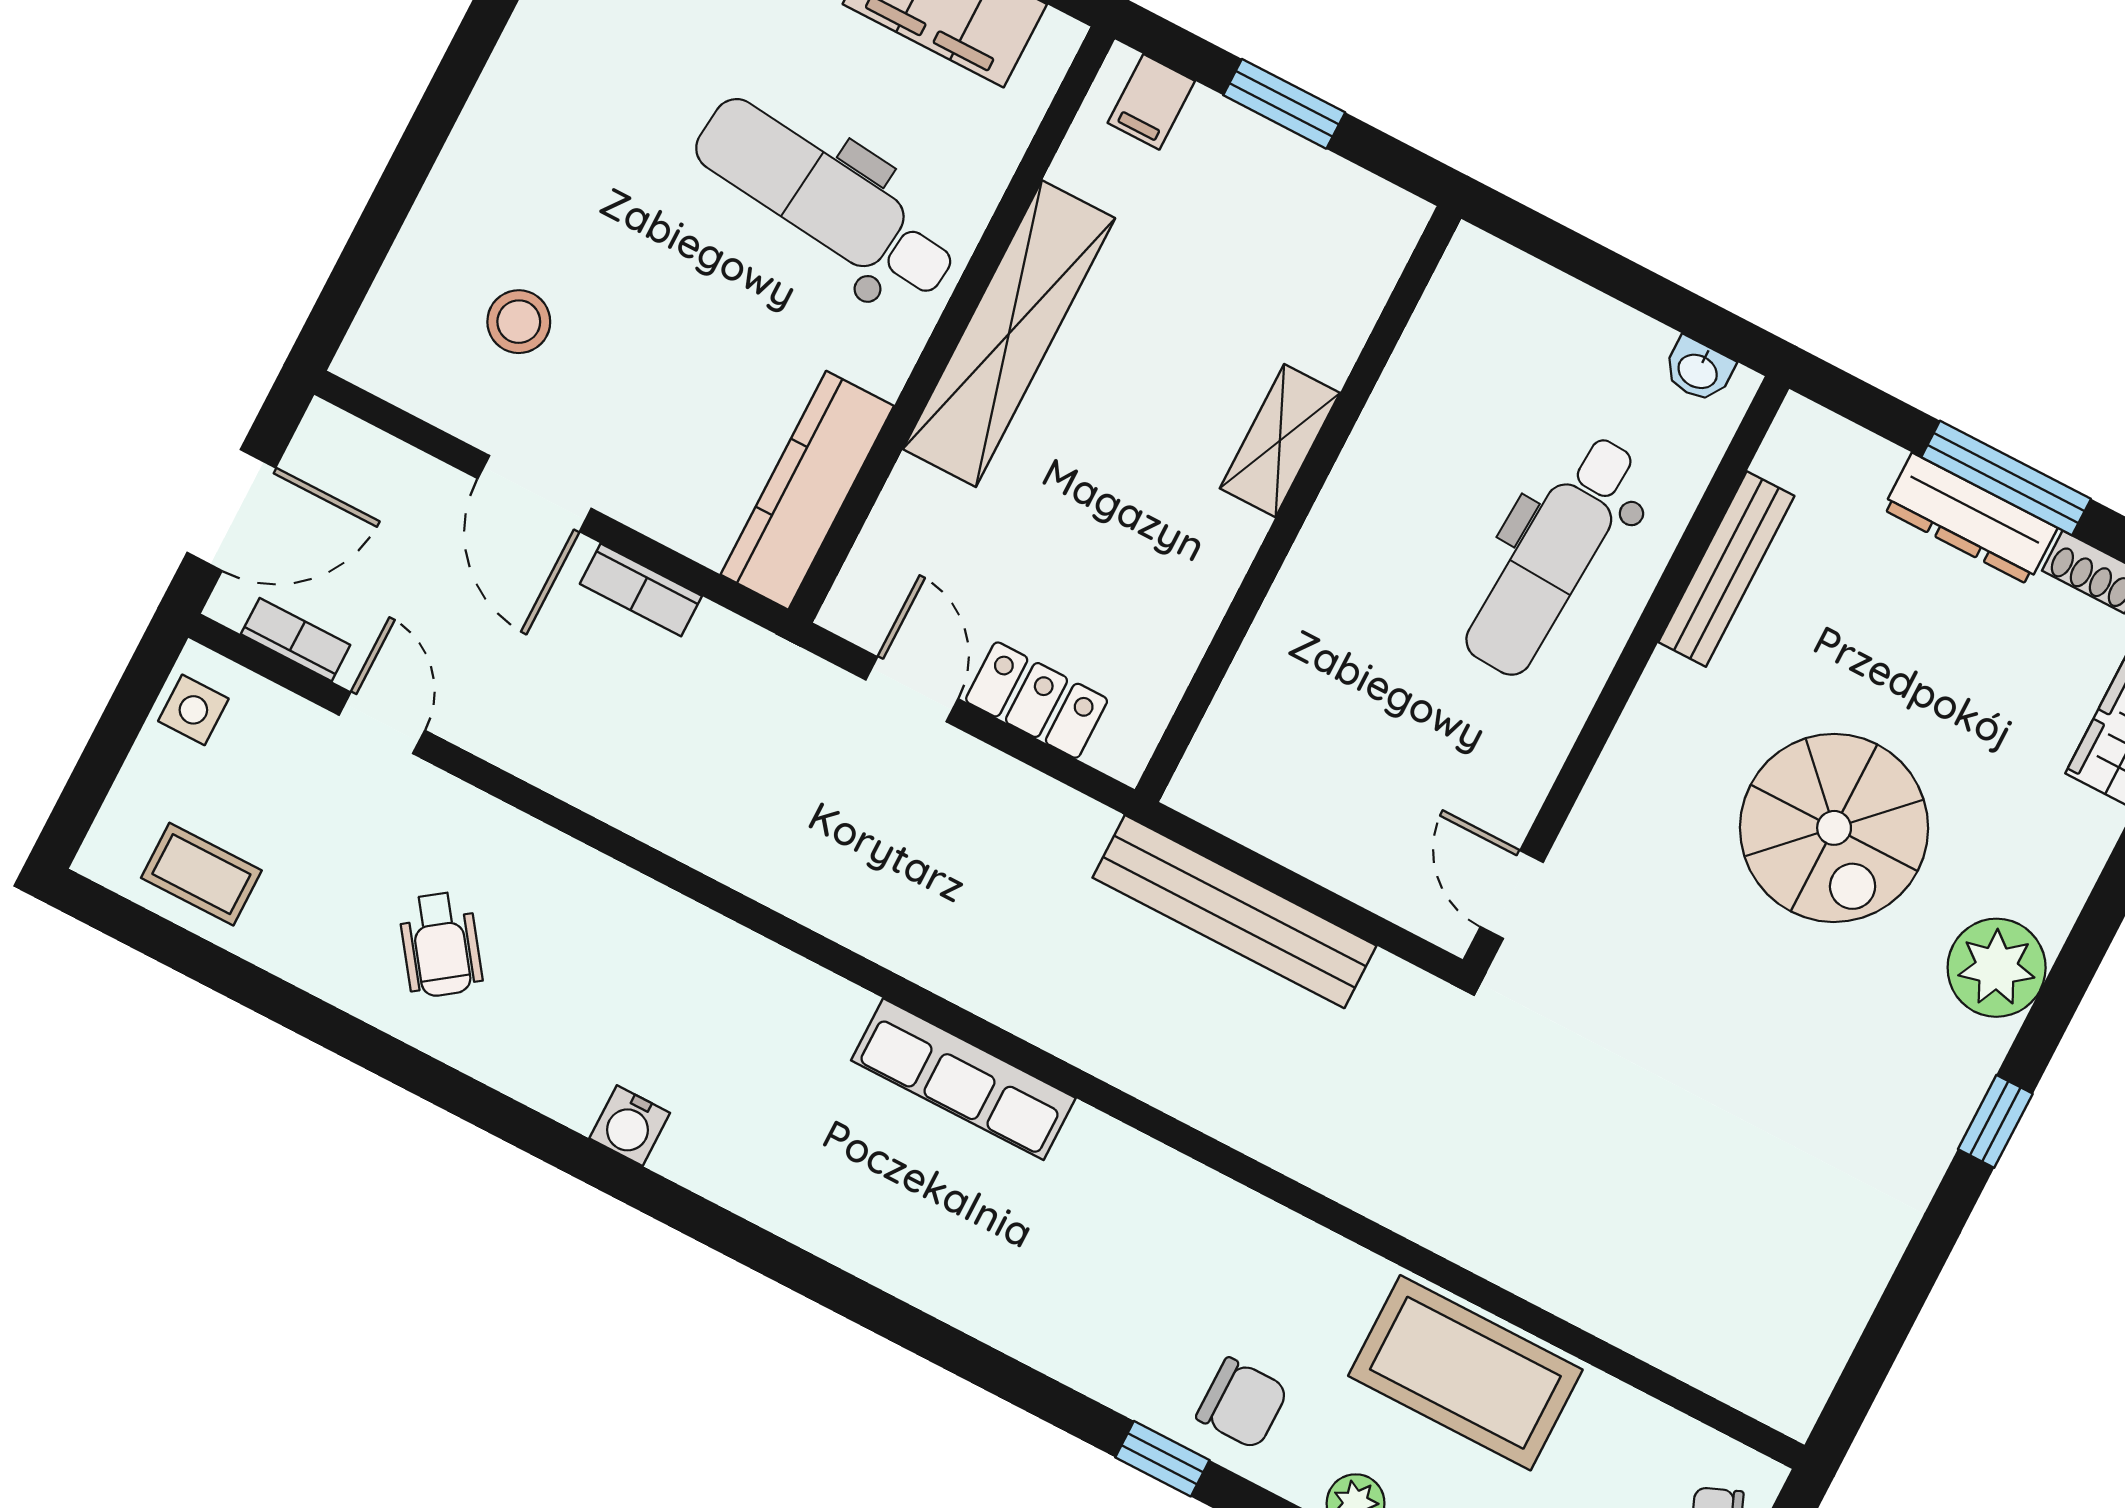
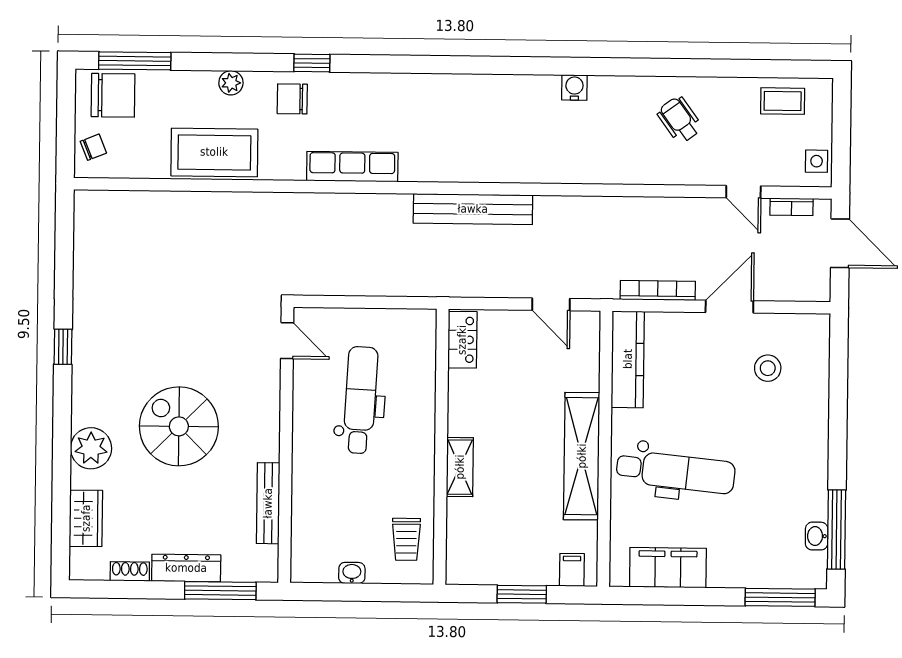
trolley: (1471, 344) -> (406, 539), added
washbasin: (1698, 370) -> (352, 573), moved
window: (2006, 478) -> (220, 591), moved
door: (535, 494) -> (729, 307), hinge flipped
door: (231, 510) -> (840, 243), swing flipped
dental chair: (1553, 556) -> (360, 400), moved
bookcase: (641, 590) -> (658, 290), width x1.56
locker: (1037, 700) -> (462, 340), moved, turned -90
bench: (1235, 912) -> (473, 209), moved
plant: (1997, 968) -> (91, 448), moved
row of seats: (963, 1079) -> (352, 167), moved

